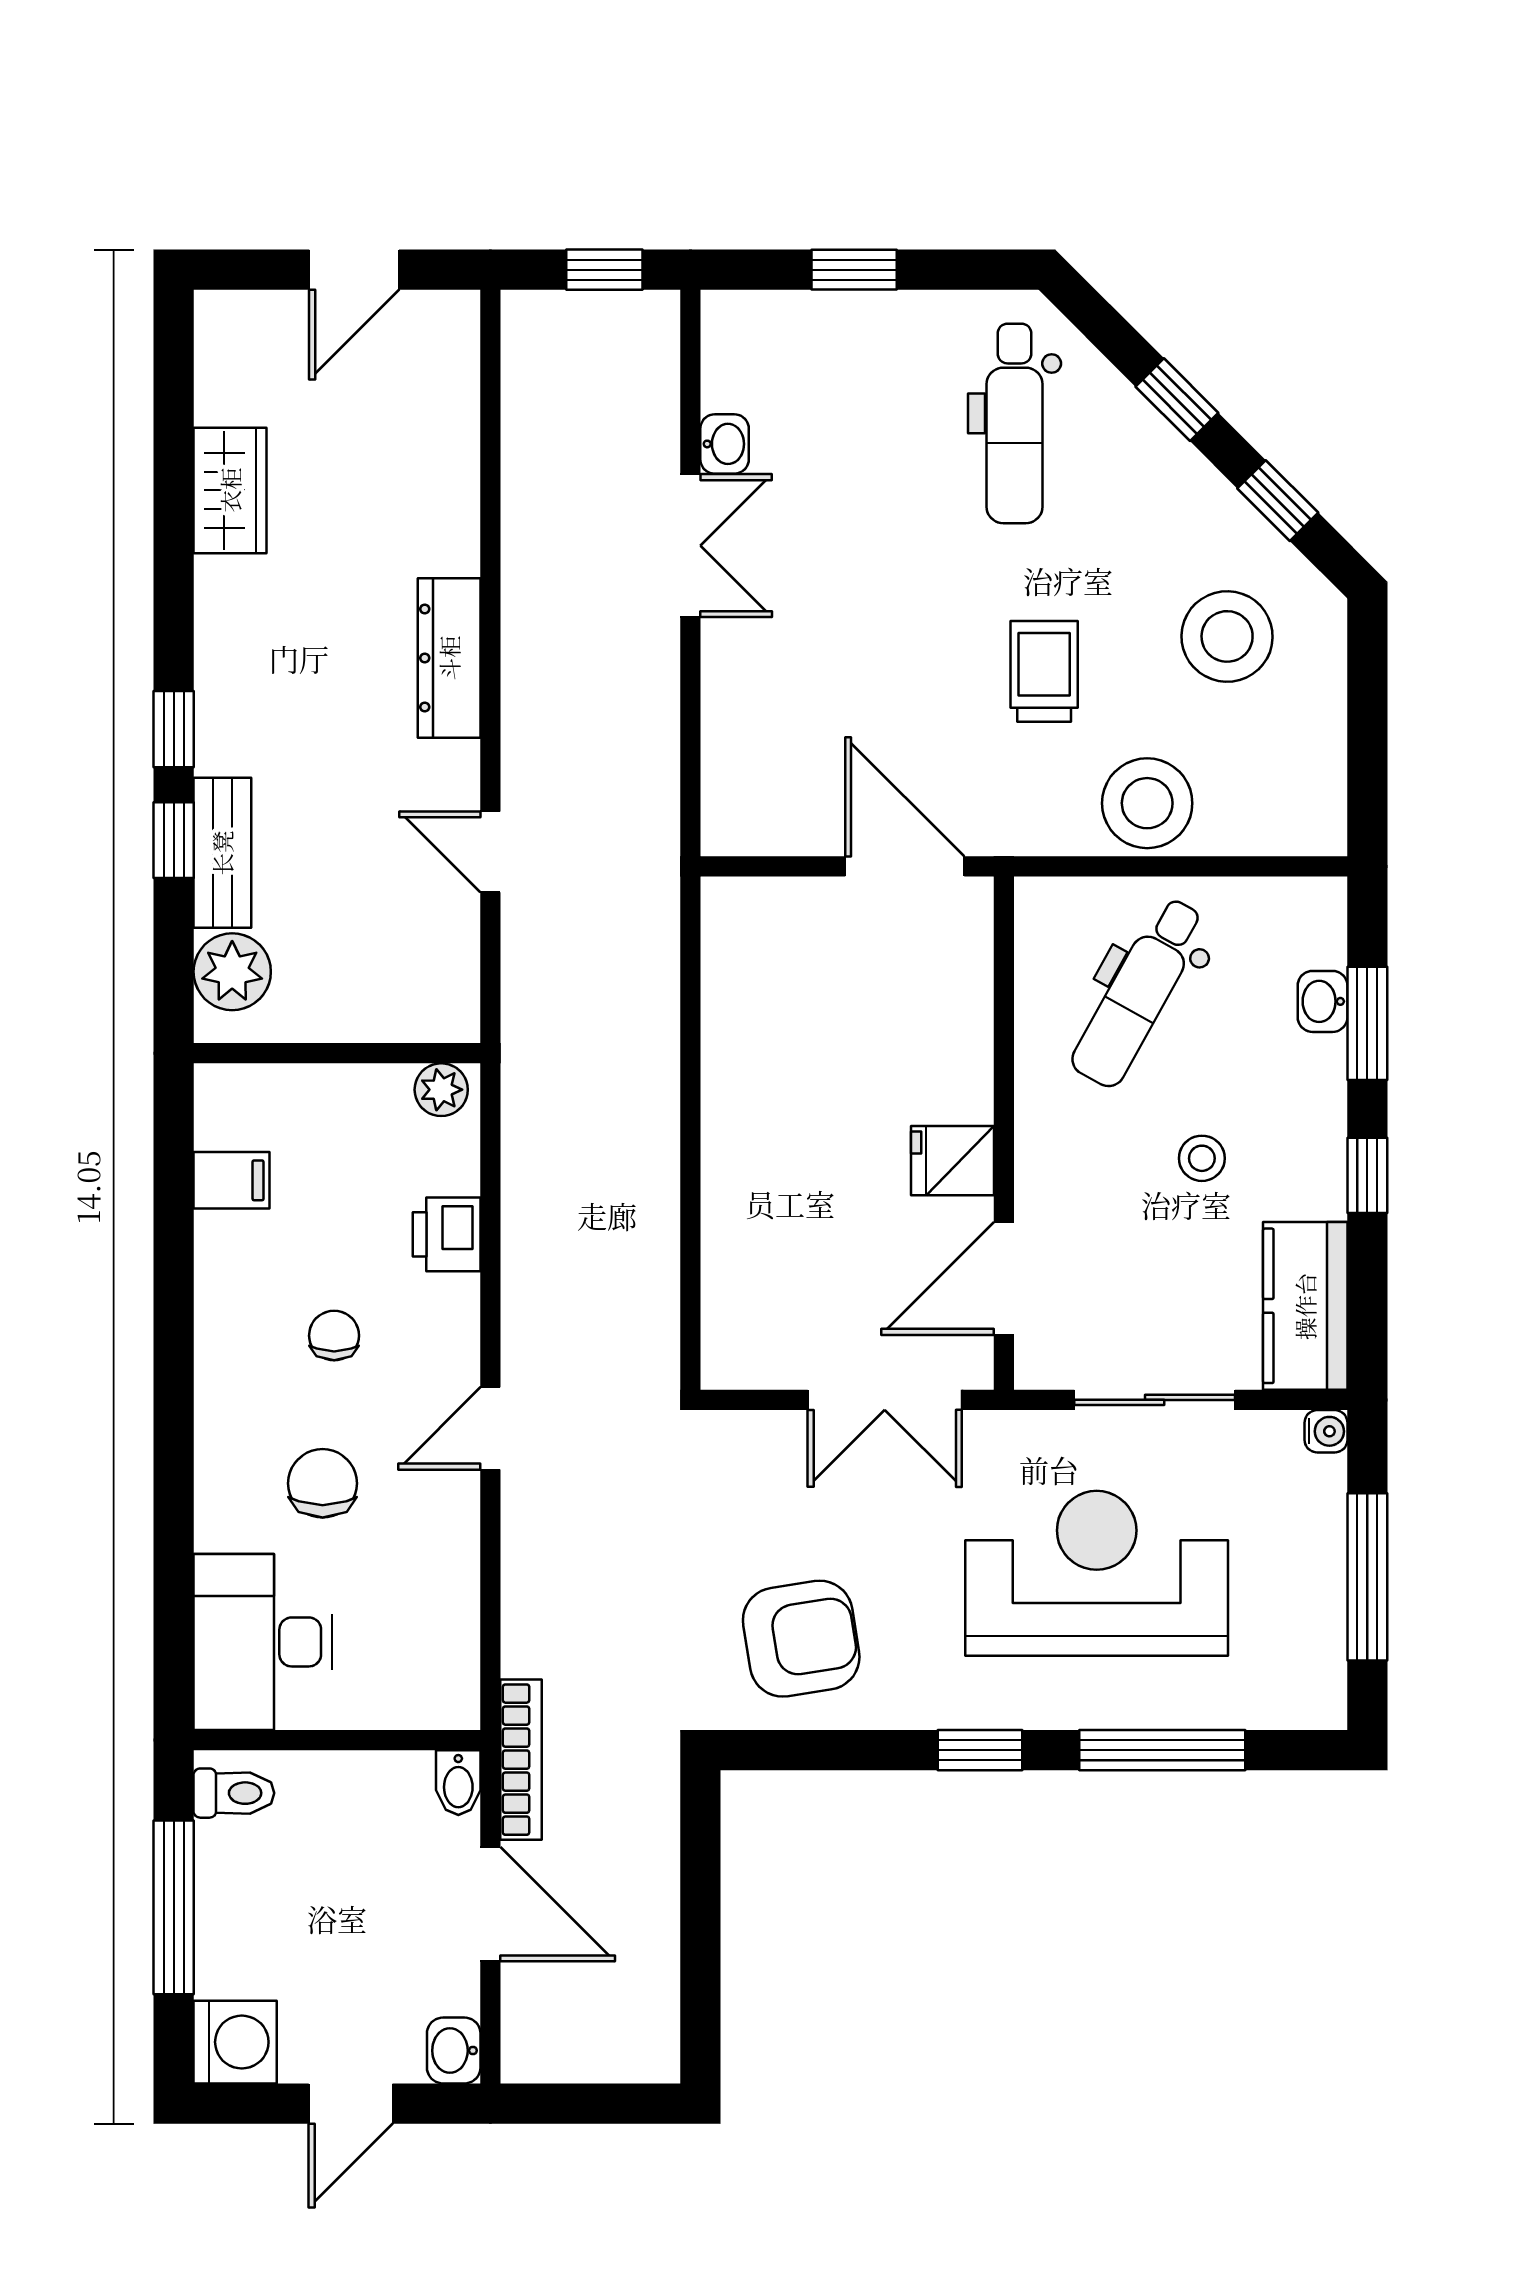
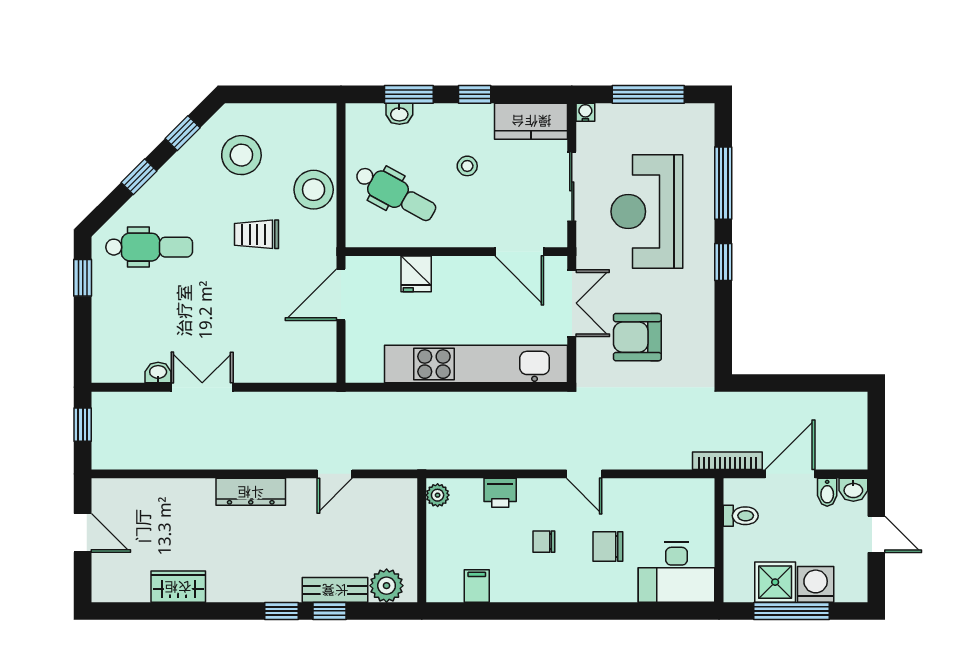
window: (854, 270) -> (83, 278), moved
fridge: (953, 1161) -> (416, 274), moved
kitchen unit: (744, 1179) -> (476, 364), added
armchair: (801, 1639) -> (637, 337), moved, turned -81
bidet: (458, 1783) -> (827, 492), moved, turned 90
toilet: (234, 1793) -> (741, 516), moved, turned 90
shower: (240, 1870) -> (775, 582), added
washing machine: (235, 2042) -> (816, 584), moved

